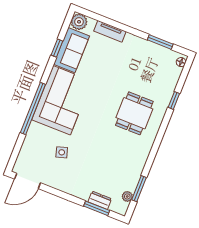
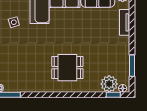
plant: (170, 75) -> (109, 84), added
window: (174, 100) -> (113, 95), moved

